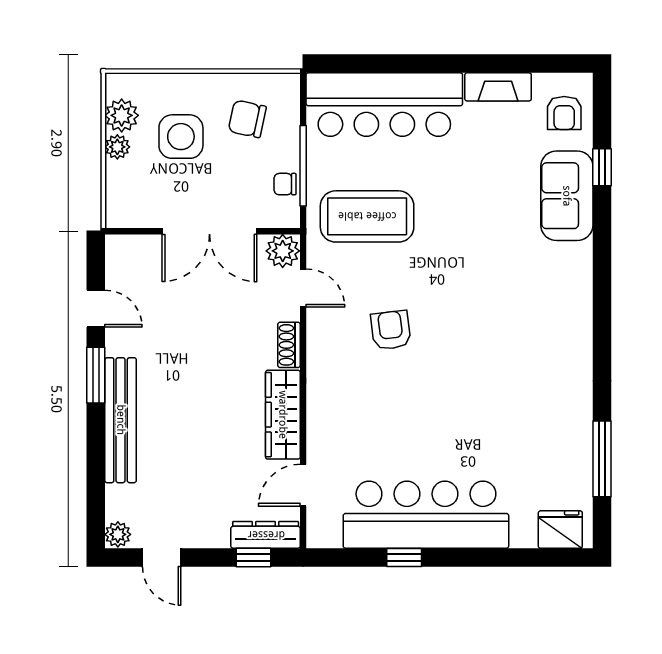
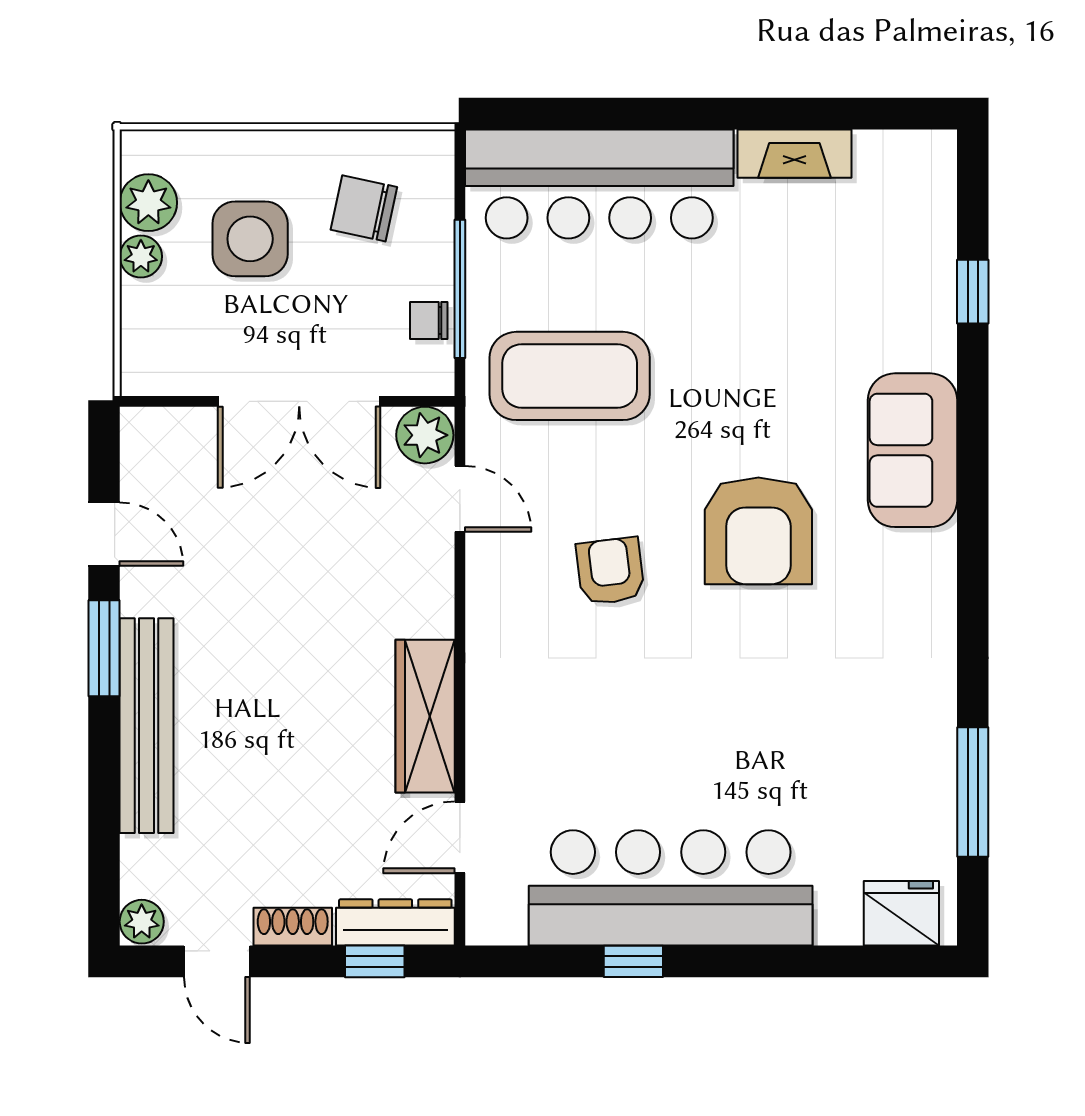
armchair: (564, 113) -> (758, 531), moved, width x1.88, depth x1.88
sofa: (567, 196) -> (913, 450), moved
shoe rack: (289, 345) -> (293, 927), moved, turned 90

